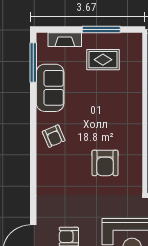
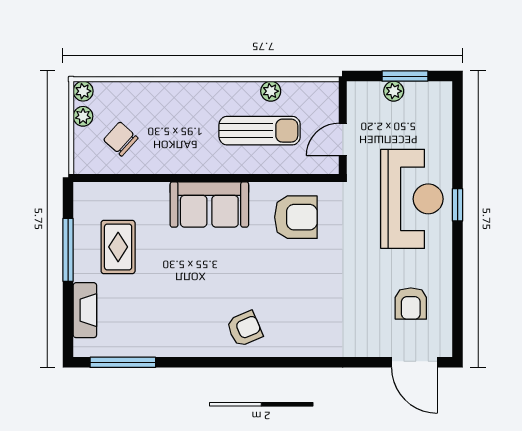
sofa: (50, 88) -> (209, 204), moved, turned 180
armchair: (105, 163) -> (296, 217), moved

